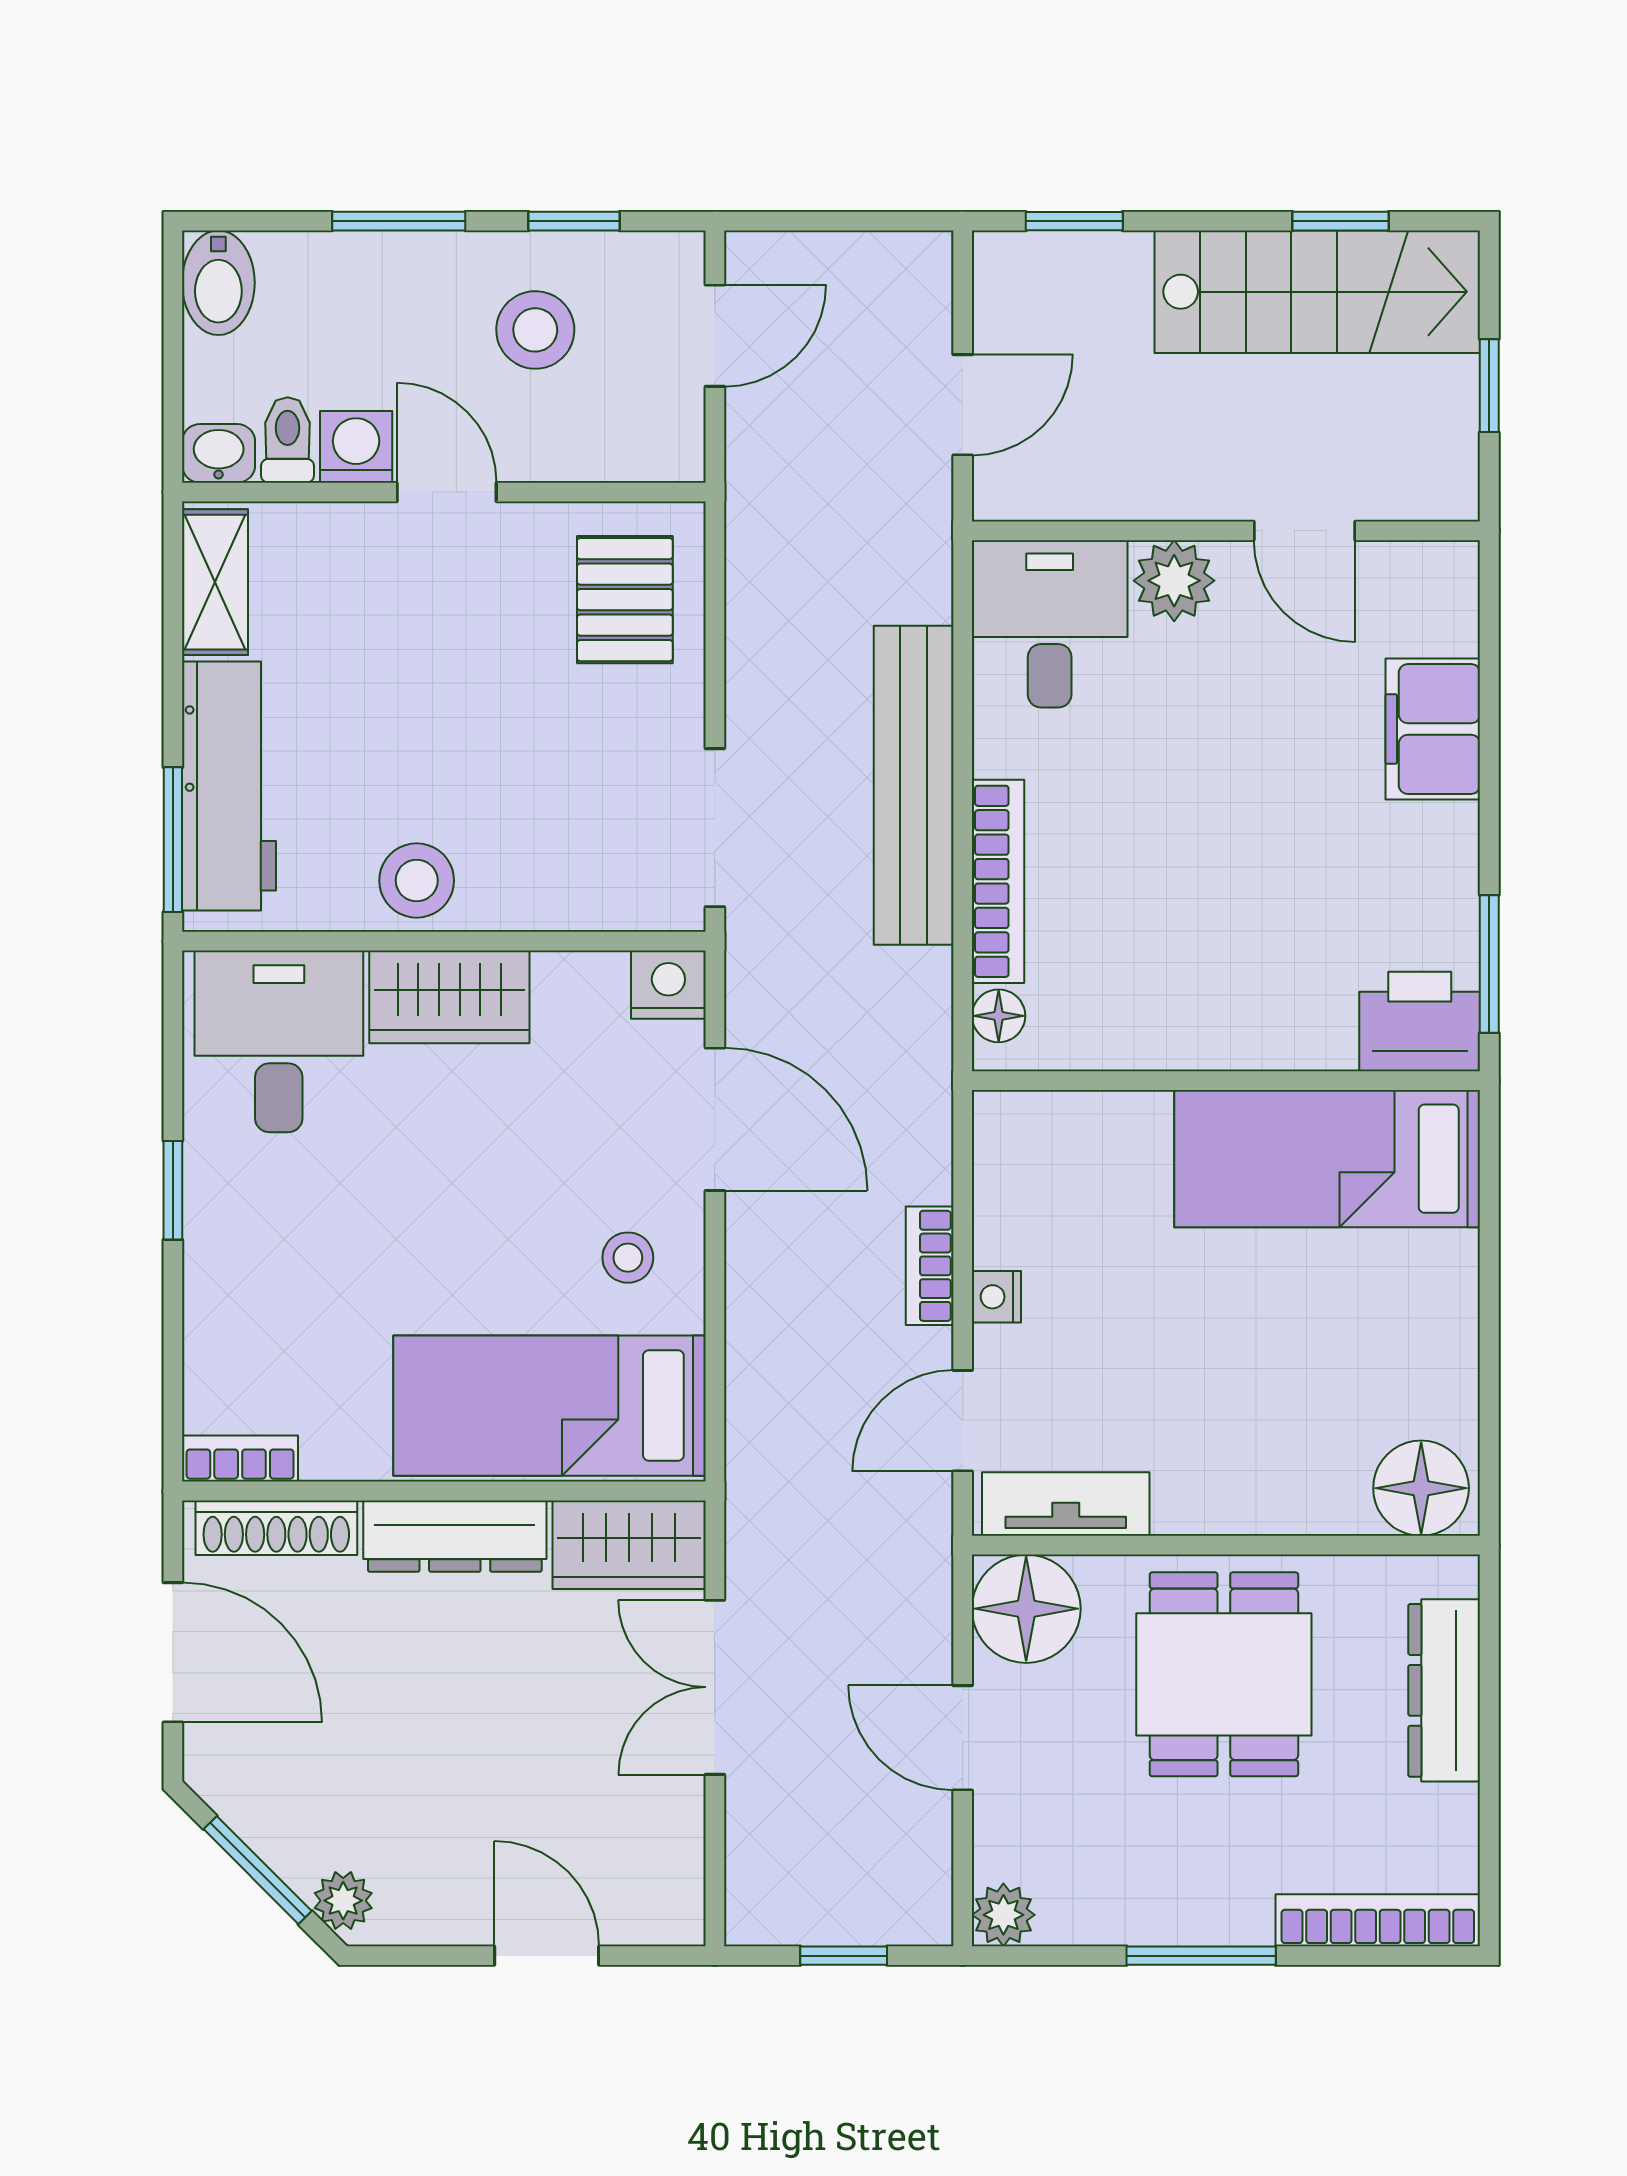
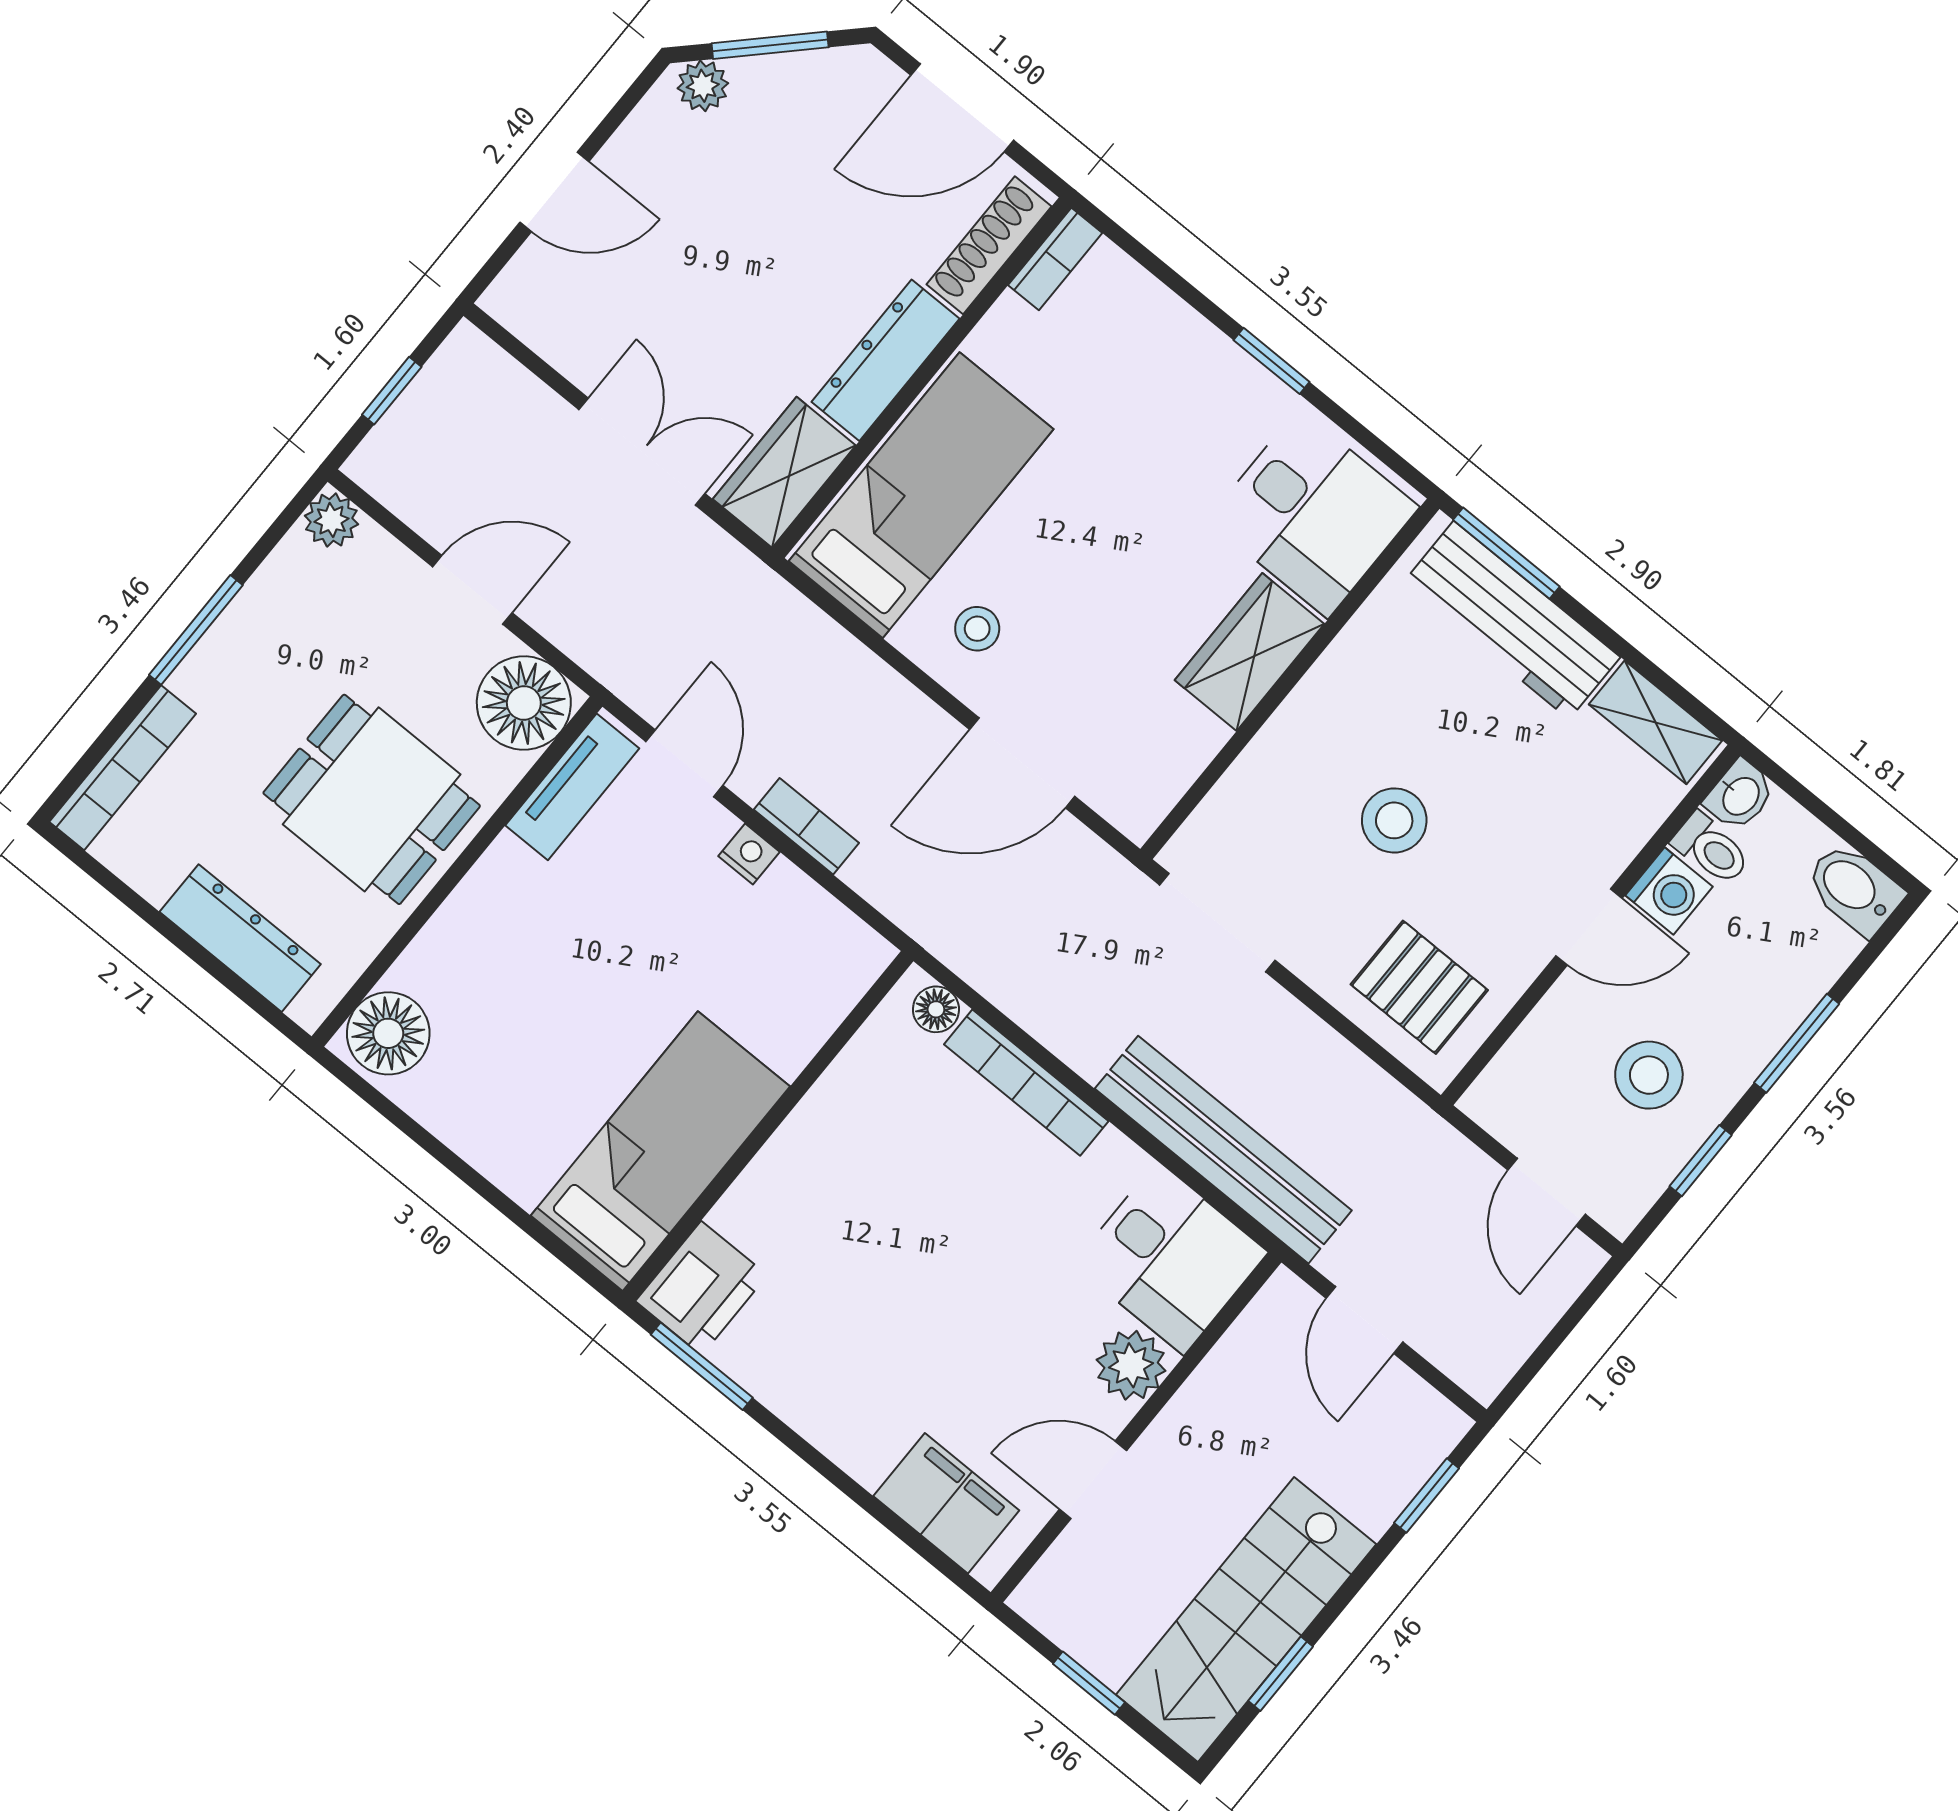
filing cabinet: (1433, 729) -> (946, 1503), moved
bench: (914, 785) -> (1223, 1150), moved
stool: (417, 881) -> (1394, 820), moved
nightstand: (668, 985) -> (1138, 805), removed

